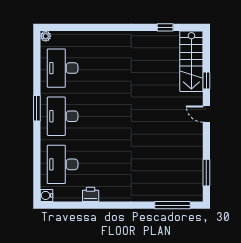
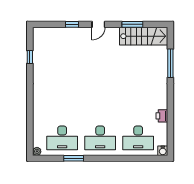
stairs: (191, 61) -> (144, 36), moved
window: (37, 108) -> (74, 158), moved
window: (206, 173) -> (132, 24), moved
window: (172, 205) -> (170, 63), moved

